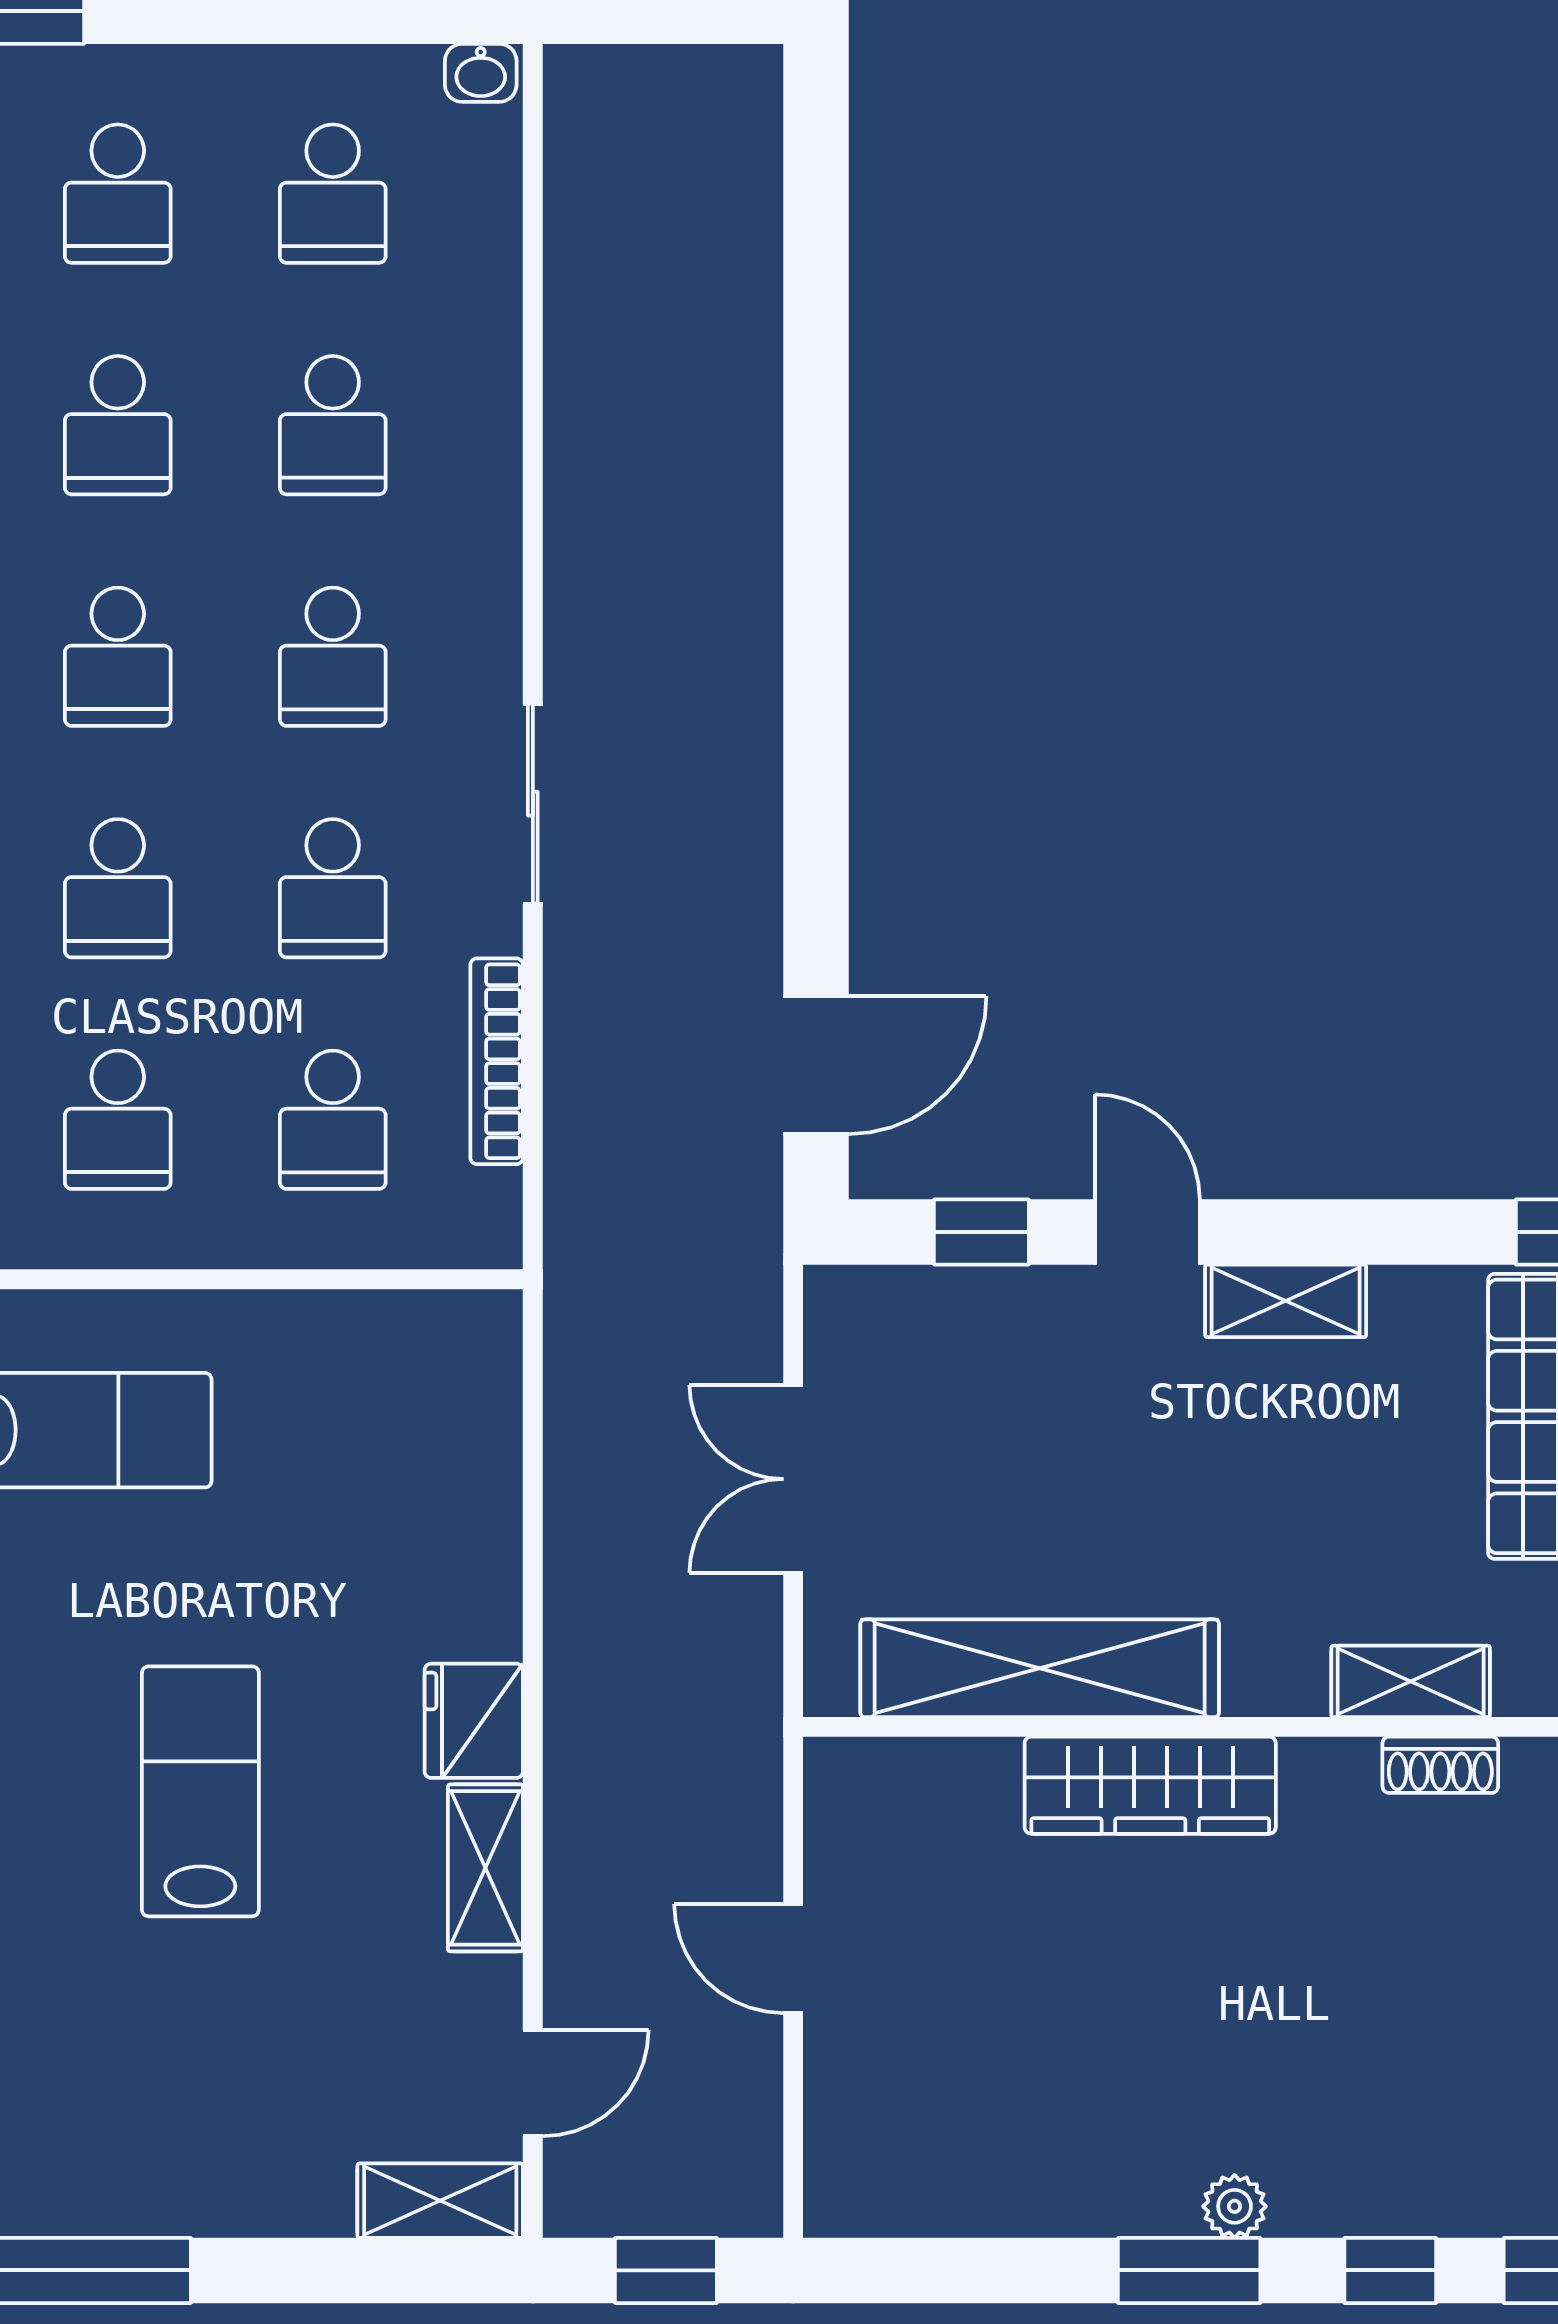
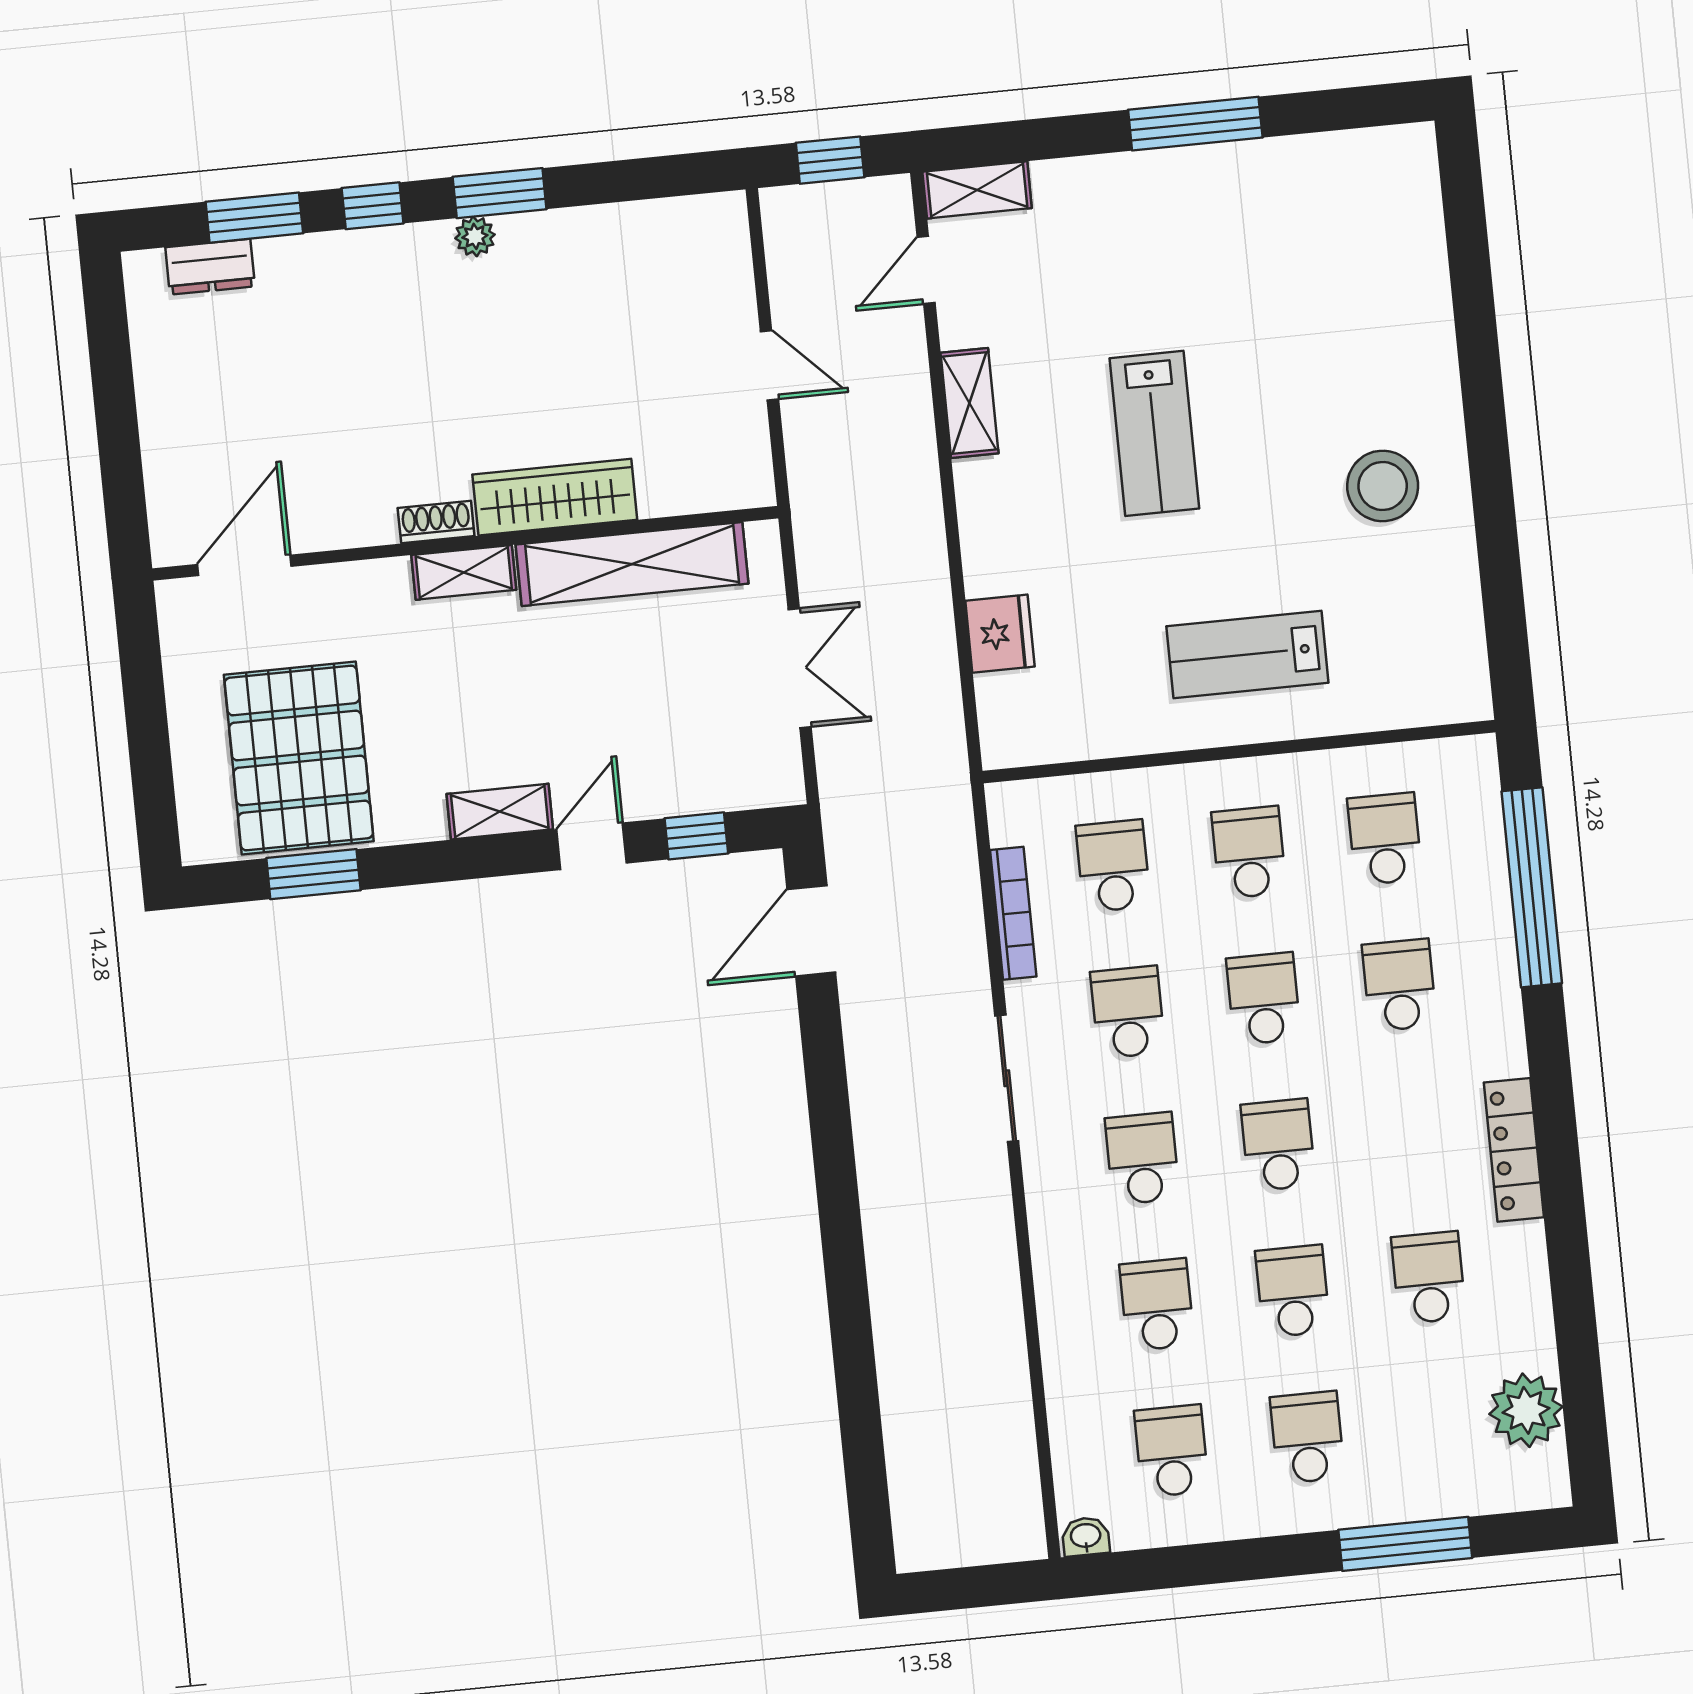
door: (1147, 1232) -> (592, 846), swing flipped
shelving: (1411, 1681) -> (464, 572), moved
fridge: (474, 1721) -> (1000, 634), moved
shoe rack: (1440, 1765) -> (436, 522), moved

